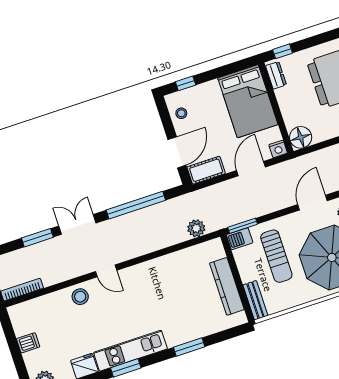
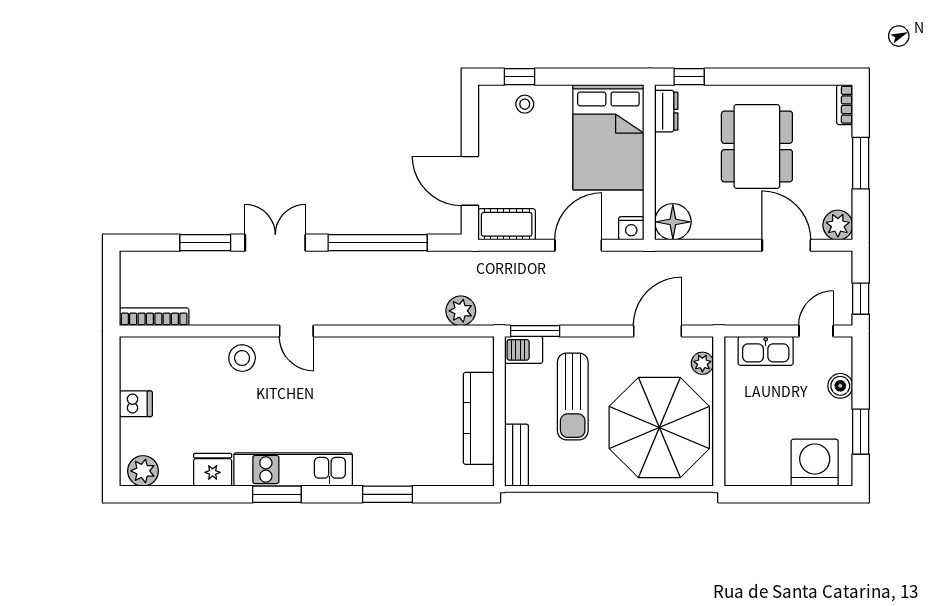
stool: (181, 113) -> (525, 104), moved
door: (177, 152) -> (470, 181), swing flipped

